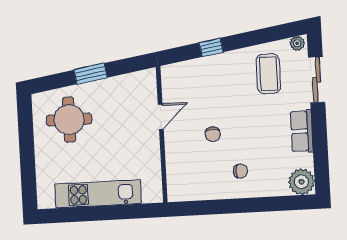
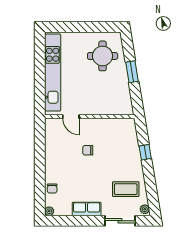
door: (161, 116) -> (71, 117), moved
chair: (240, 171) -> (52, 188), moved
plant: (302, 182) -> (49, 211), width x0.53, depth x0.53
kitchen unit: (98, 194) -> (53, 73), width x1.36

